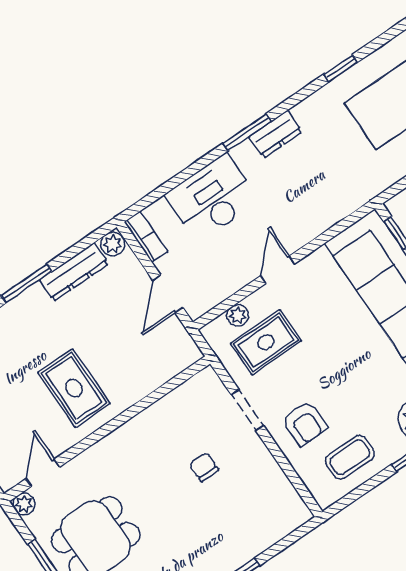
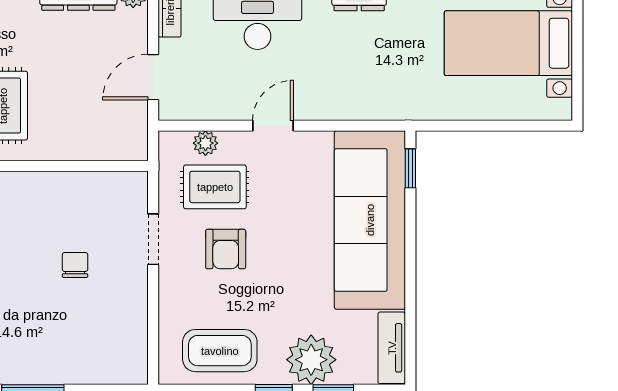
armchair: (305, 423) -> (226, 249), moved
coffee table: (350, 457) -> (220, 351), width x1.36, depth x1.30

